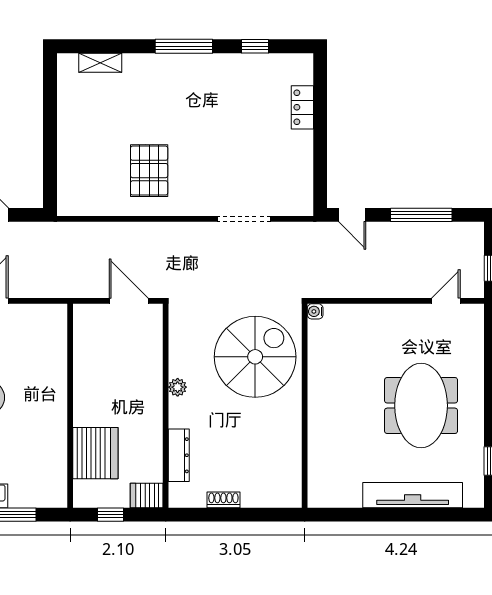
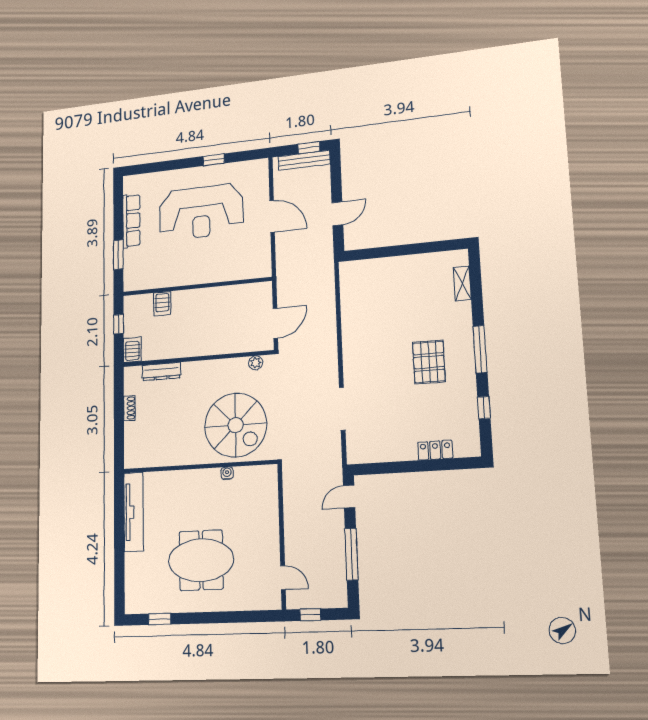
pallet: (149, 171) -> (429, 362), moved, turned 90
water cooler: (315, 311) -> (227, 473), moved
plant: (178, 387) -> (256, 363), moved
server rack: (95, 453) -> (162, 303), width x0.46, depth x0.70
tv unit: (413, 495) -> (133, 512), moved

